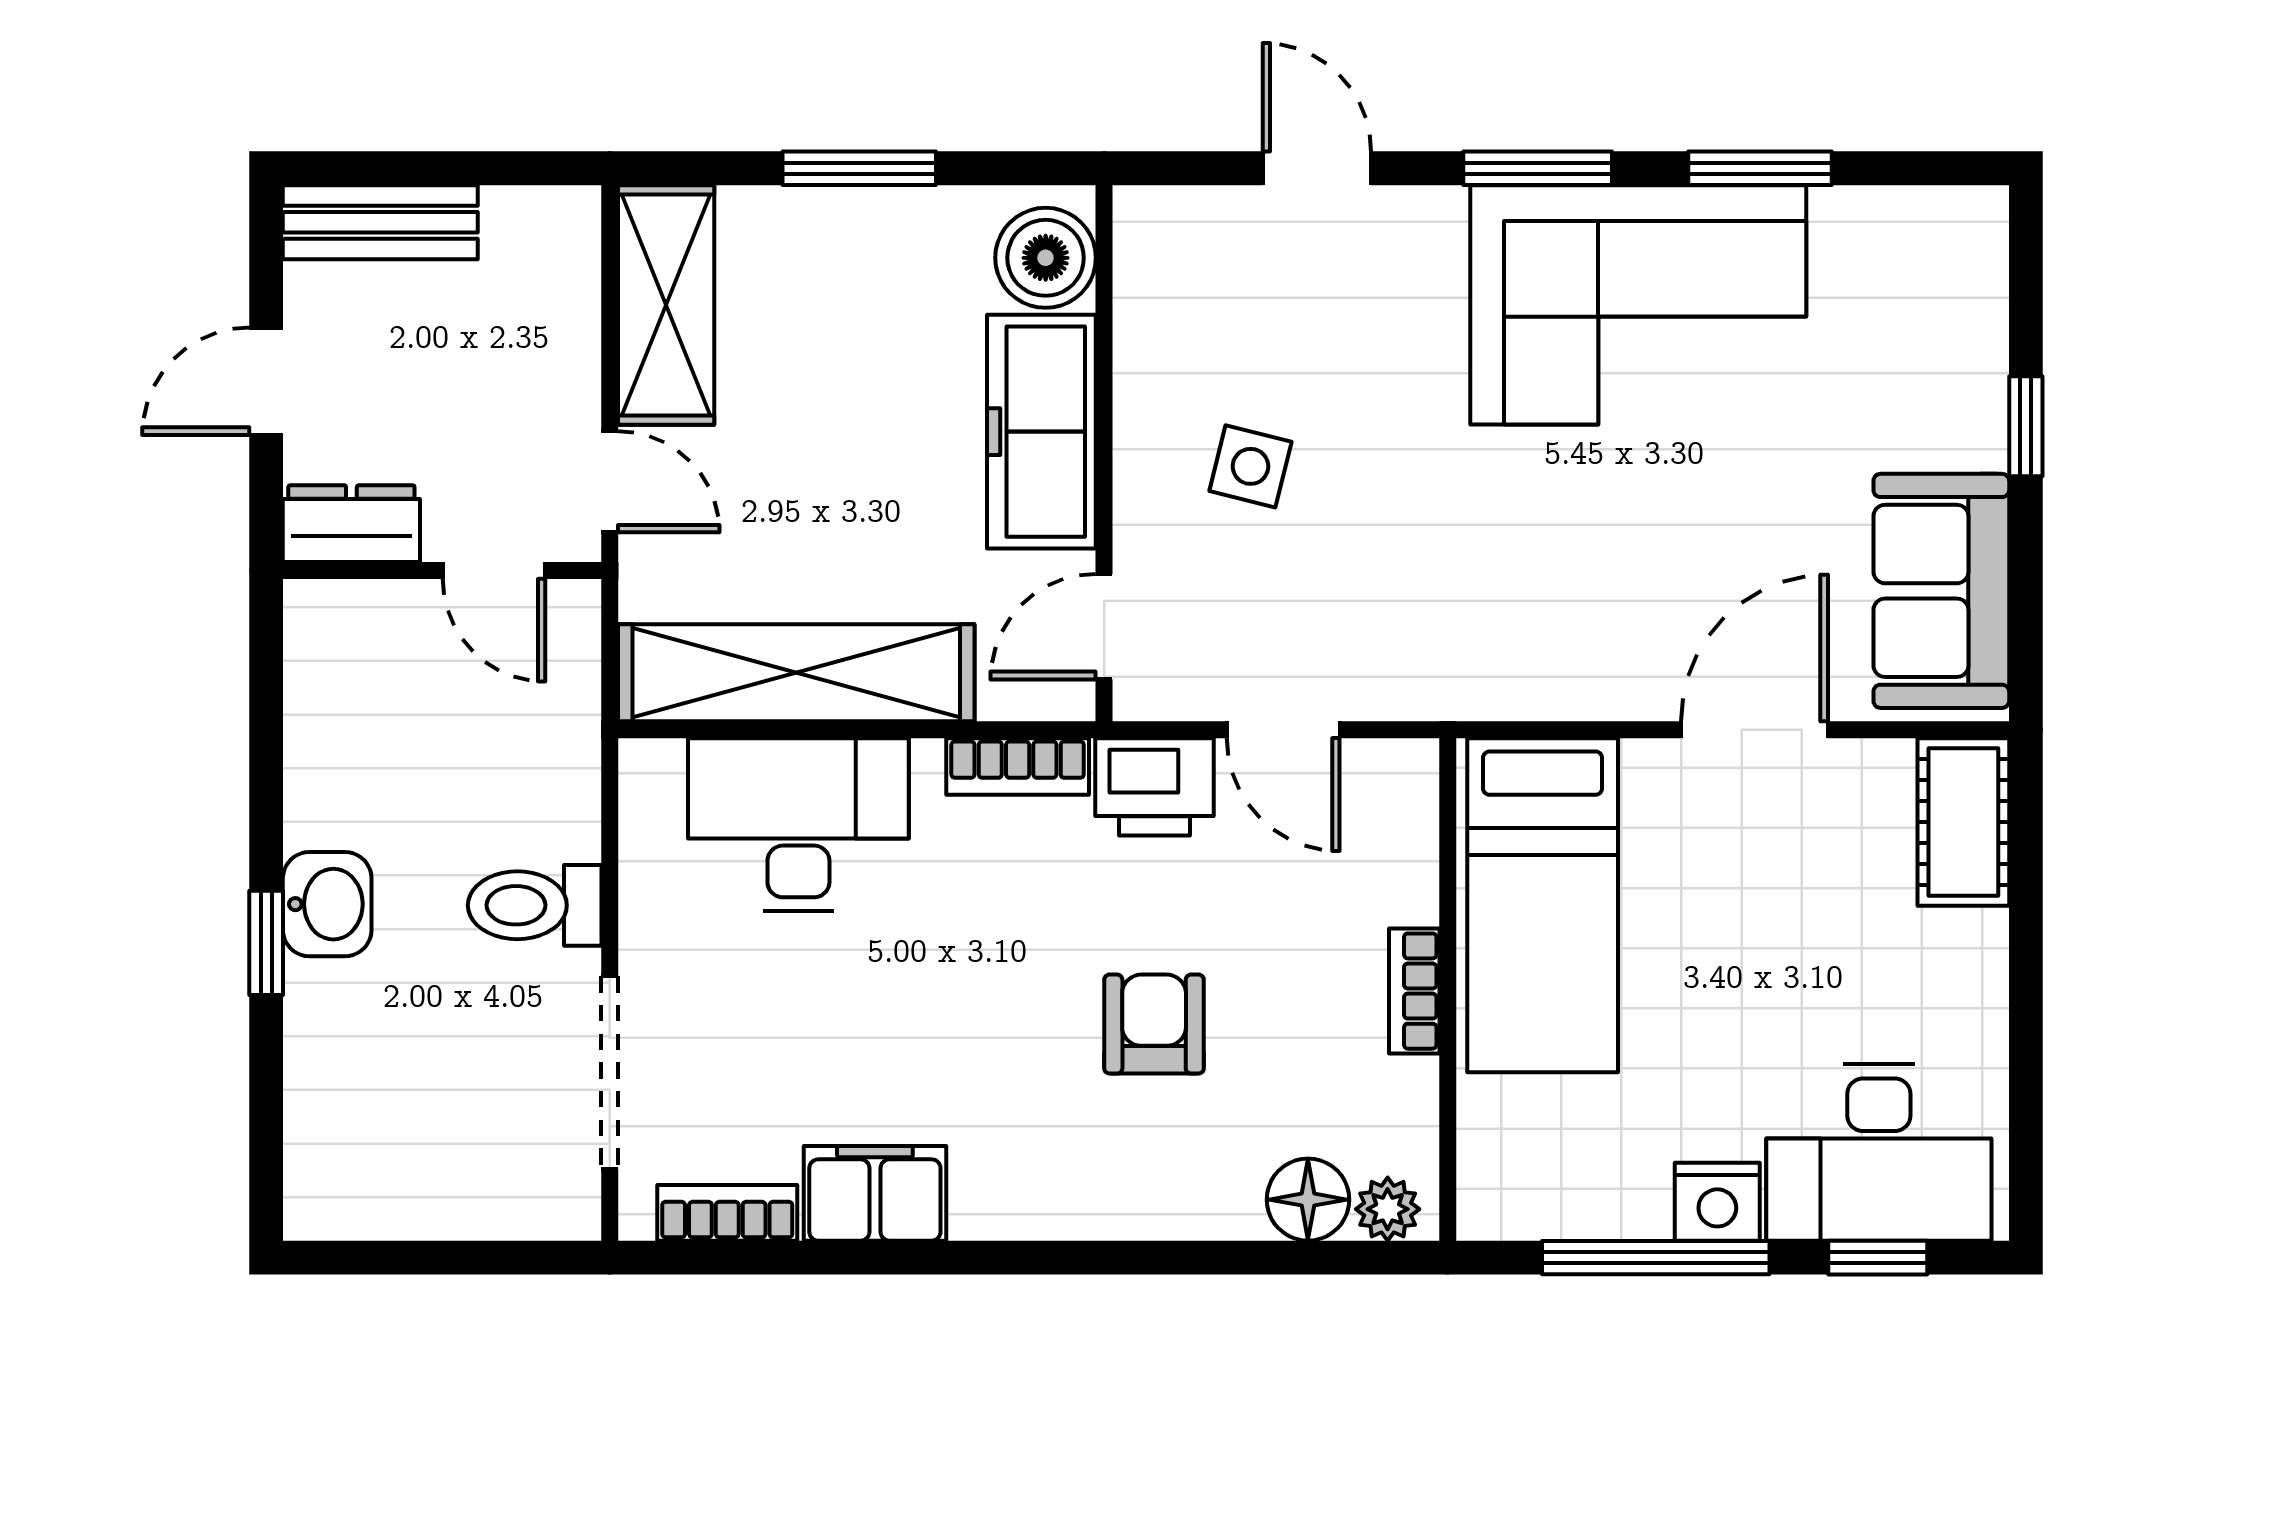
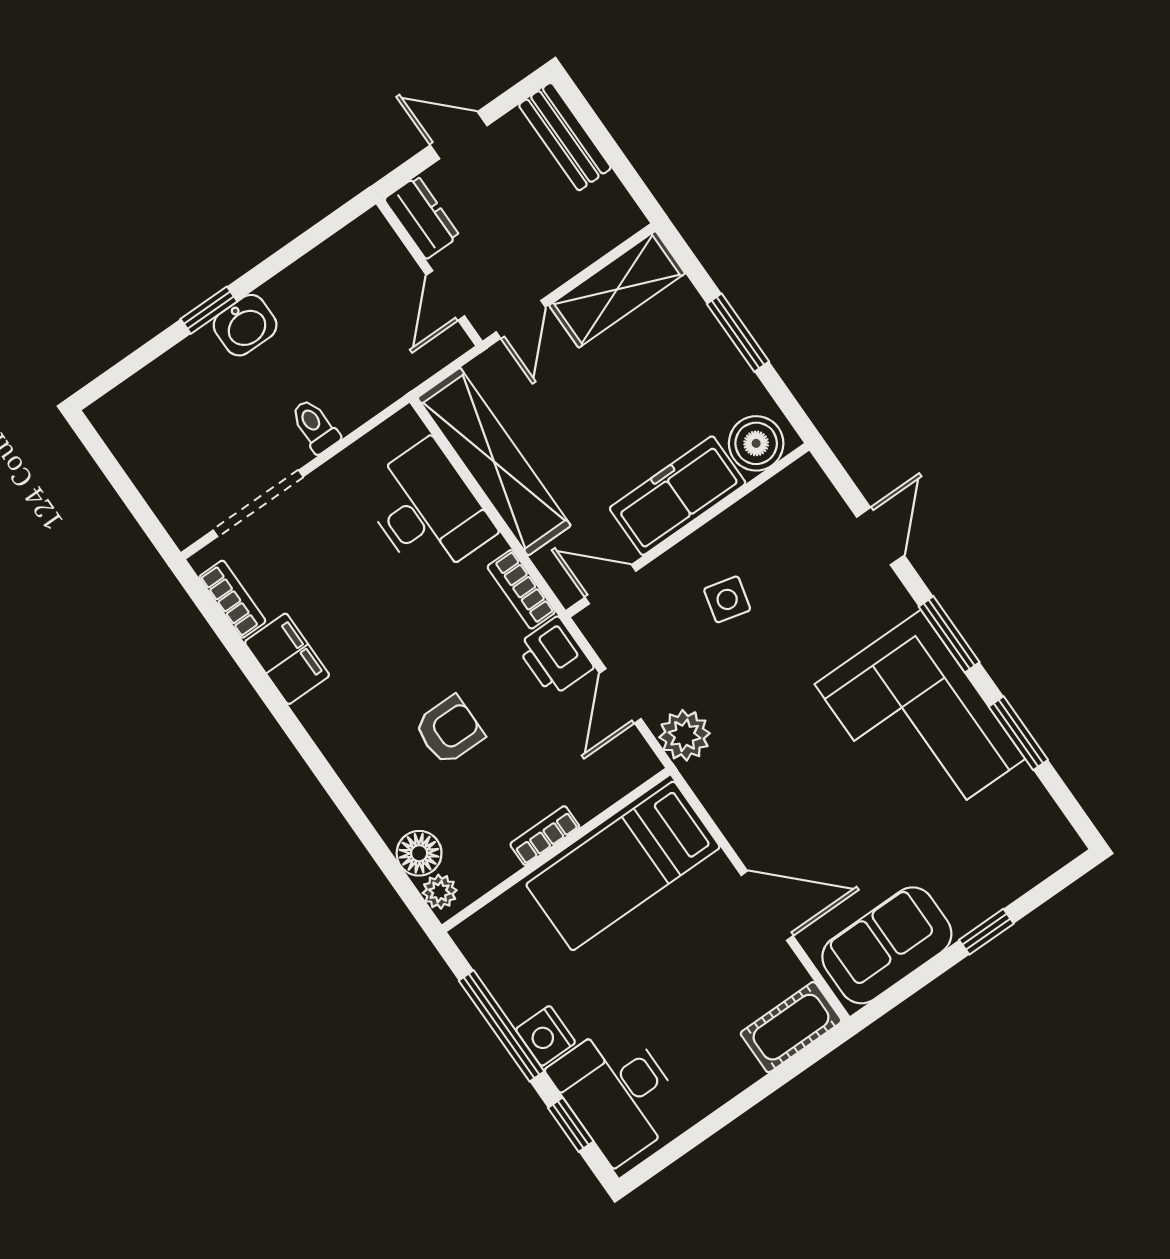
plant: (1410, 674) -> (685, 735), added
toilet: (535, 905) -> (315, 426), width x0.73, depth x0.72

